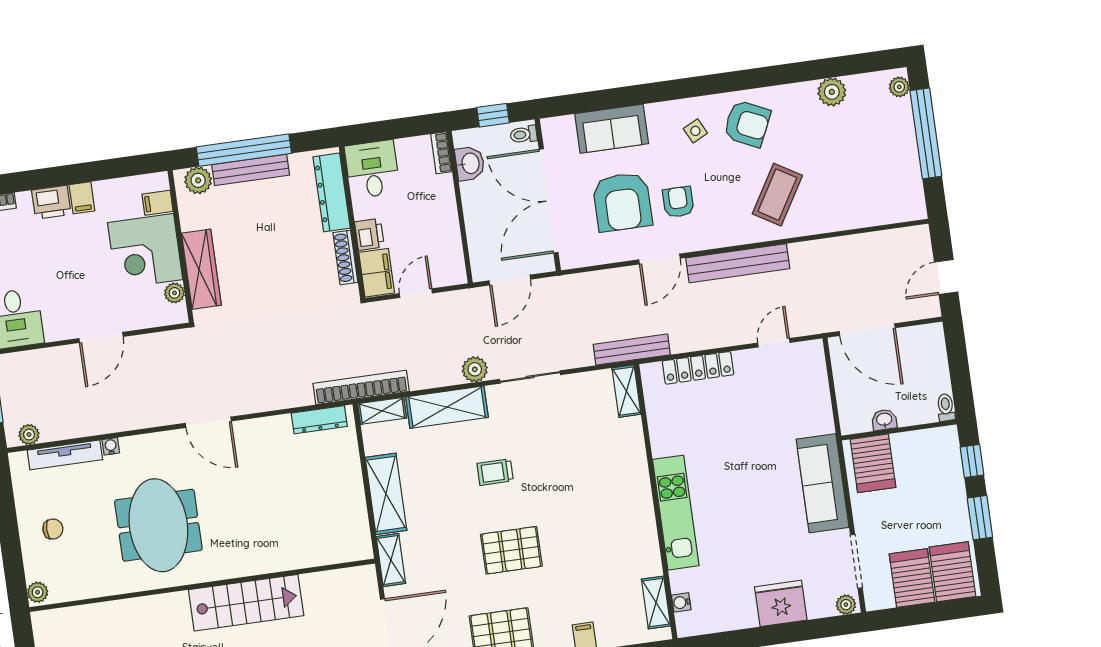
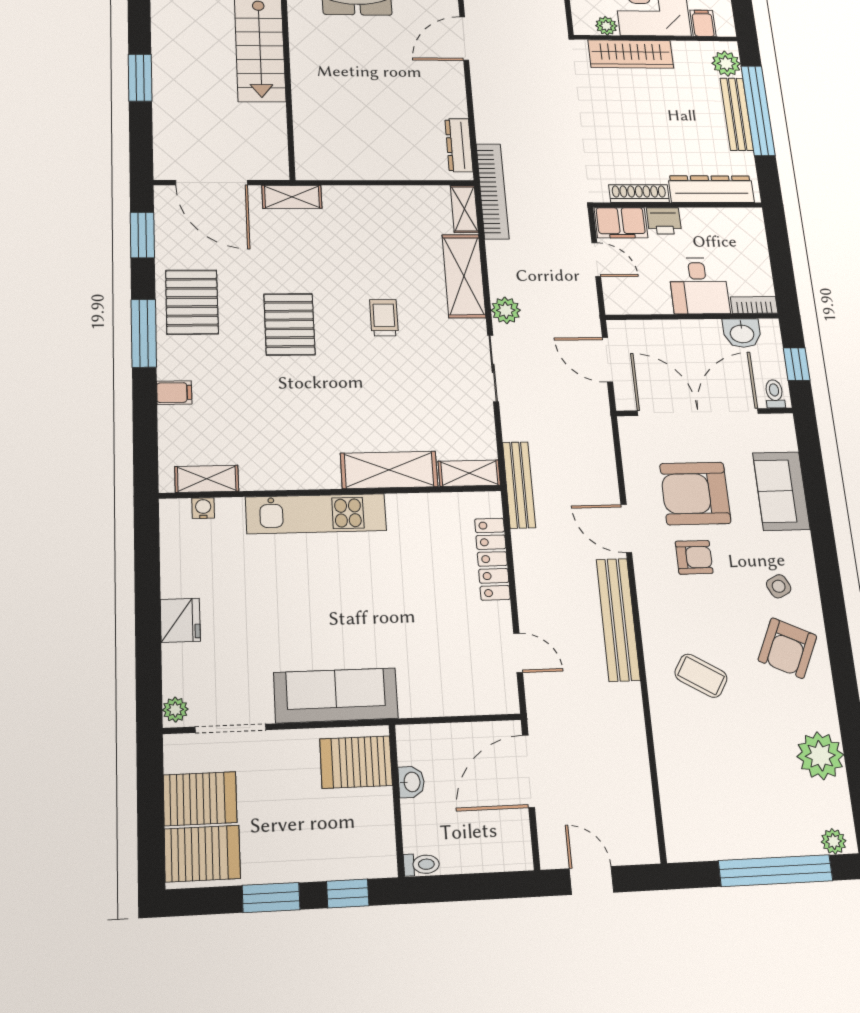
plant: (832, 92) -> (820, 756), width x1.36, depth x1.36
desk: (372, 169) -> (699, 286), moved, turned 90
coffee table: (777, 195) -> (701, 676), width x0.73, depth x0.77
shelving: (386, 494) -> (389, 470), moved
fridge: (781, 603) -> (180, 620), width x0.73, depth x0.75

